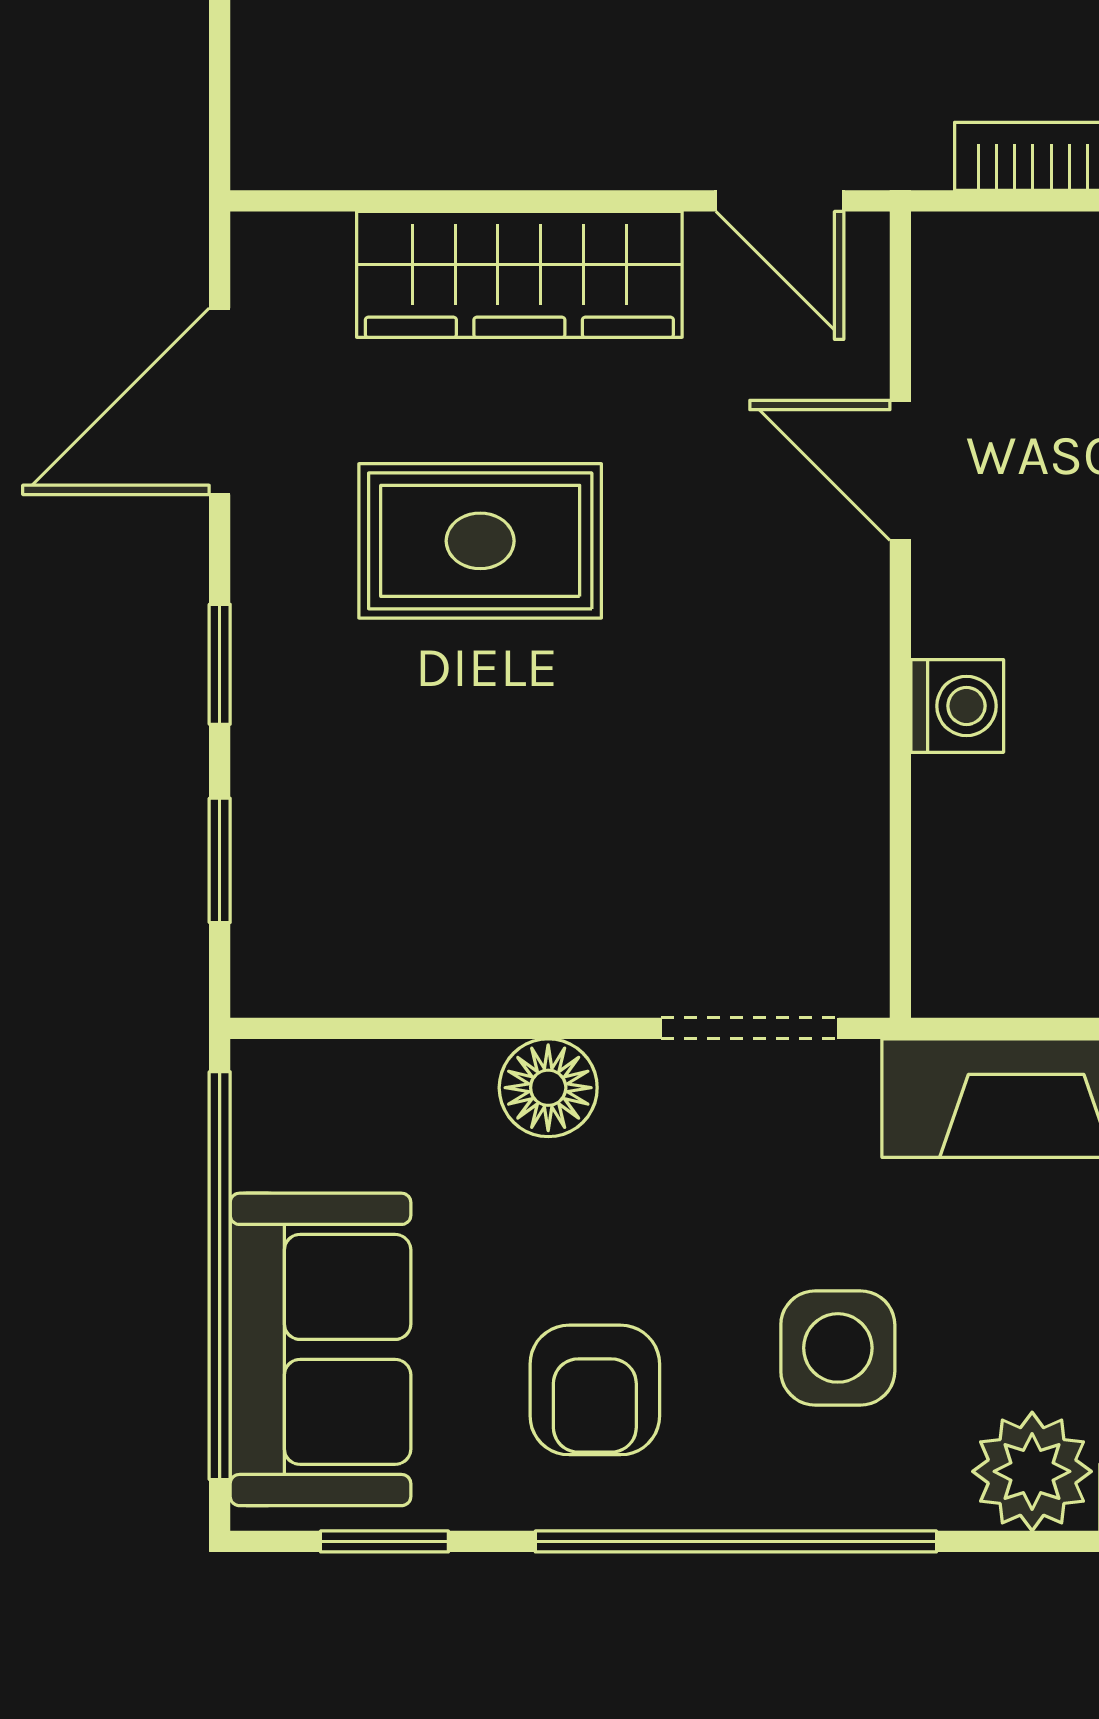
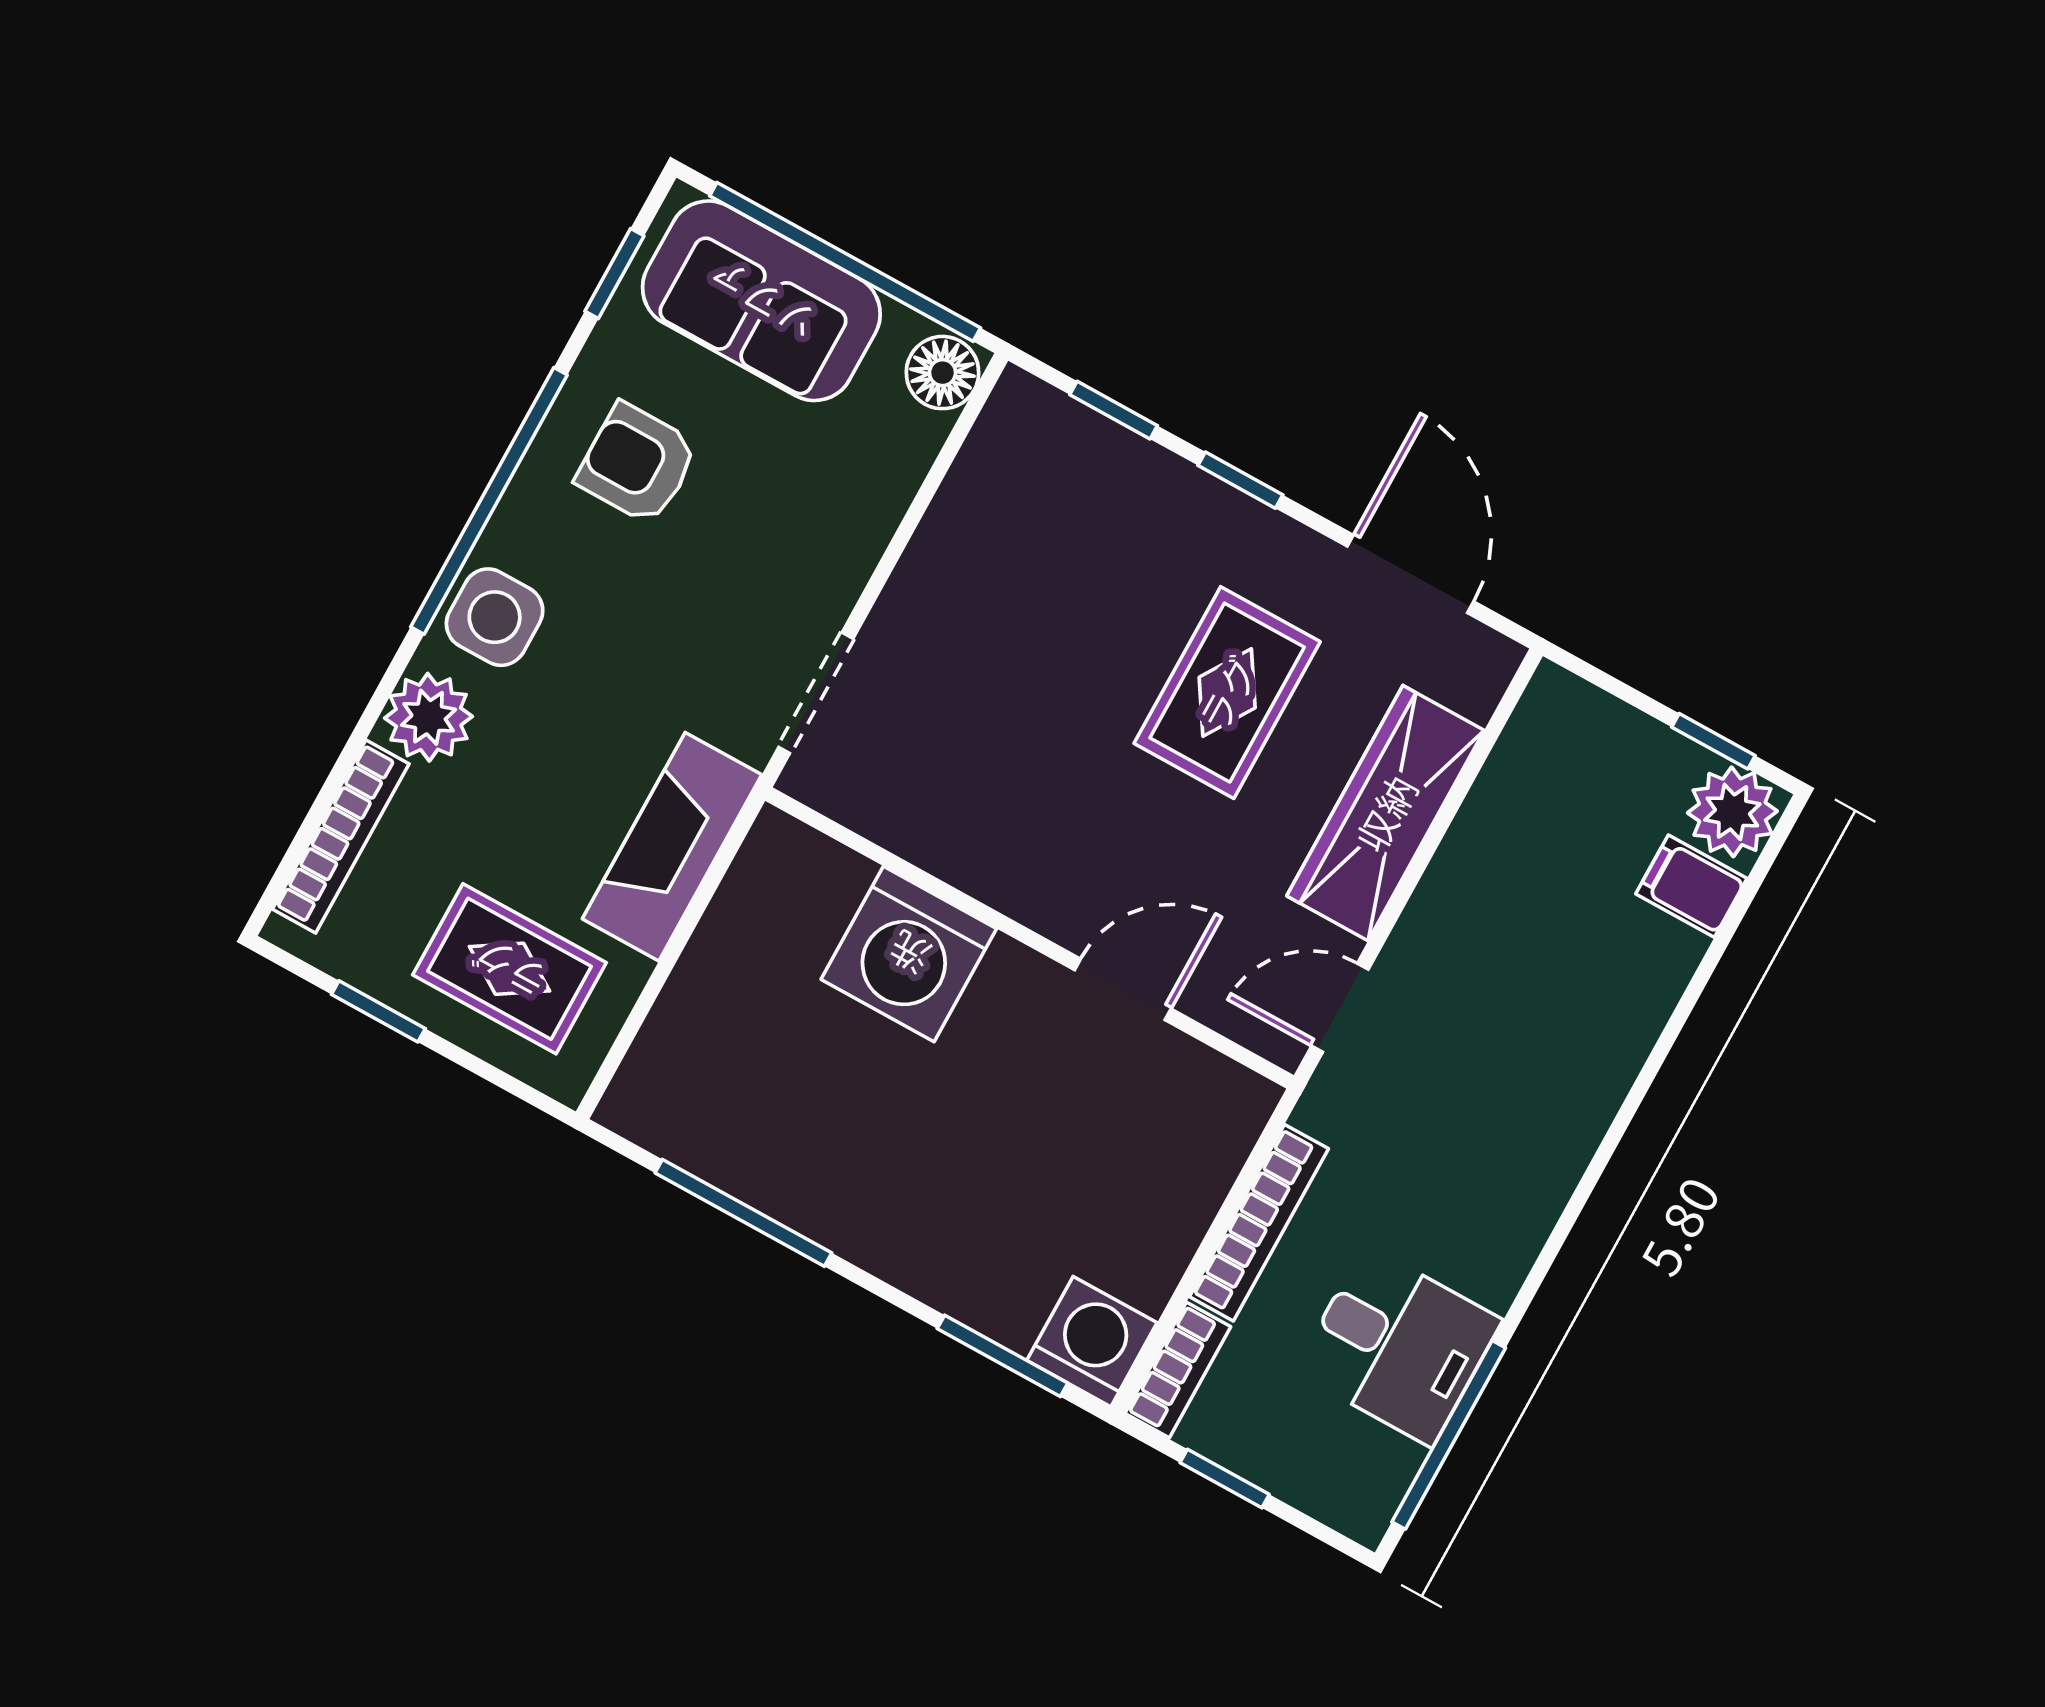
washing machine: (957, 706) -> (909, 954), width x1.89, depth x1.89
floor lamp: (548, 1088) -> (942, 373), moved
side table: (838, 1348) -> (495, 617), moved

